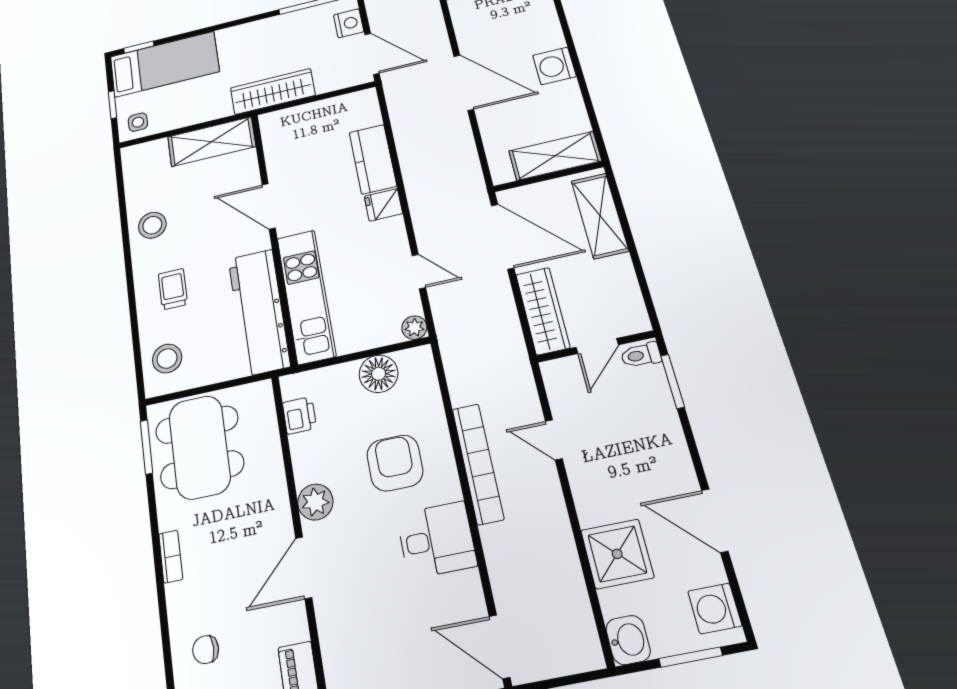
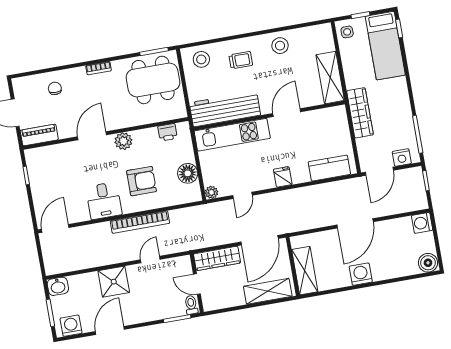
kitchen counter: (373, 159) -> (329, 168), moved
shower: (617, 554) -> (114, 282), moved
door: (304, 568) -> (92, 136), hinge flipped

